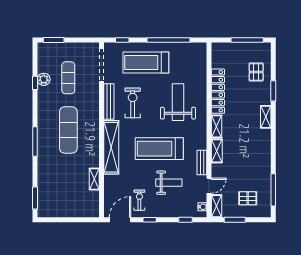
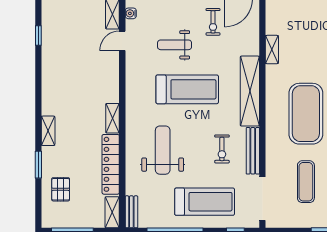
weight bench: (178, 102) -> (163, 150), turned 180
exercise bike: (133, 103) -> (222, 149), width x0.73, depth x0.72
exercise mat: (68, 130) -> (306, 114), width x1.47
shelving: (217, 151) -> (112, 212), moved
bench: (202, 163) -> (131, 212), moved
window: (273, 190) -> (38, 35), width x0.46
pallet: (248, 198) -> (72, 24), removed

